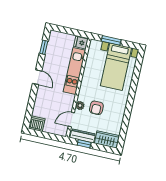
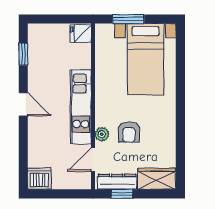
kitchen unit: (74, 71) -> (81, 107), moved

